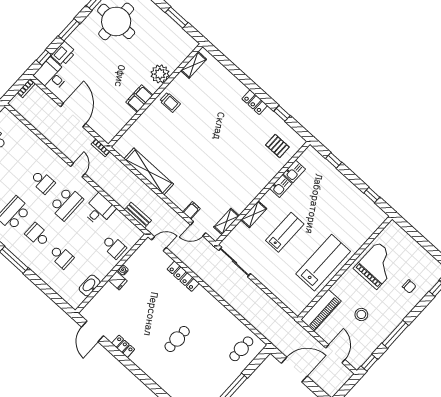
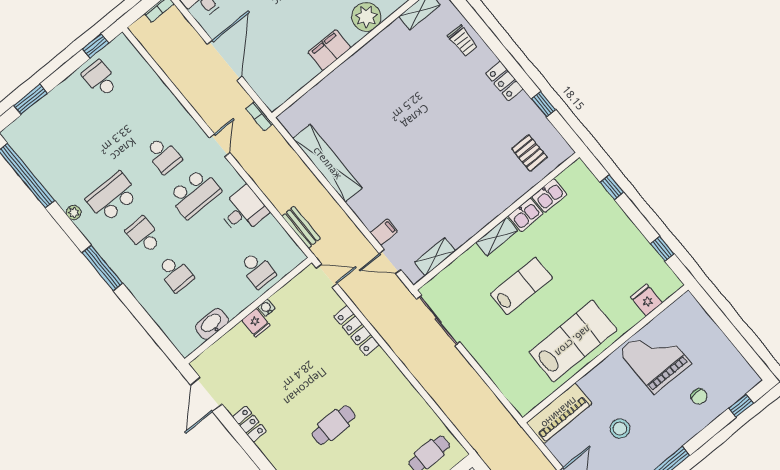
trolley: (170, 102) -> (463, 41), moved
shelving: (254, 214) -> (497, 237), moved
fridge: (366, 229) -> (646, 300), added
grand piano: (377, 266) -> (655, 357), turned -90

